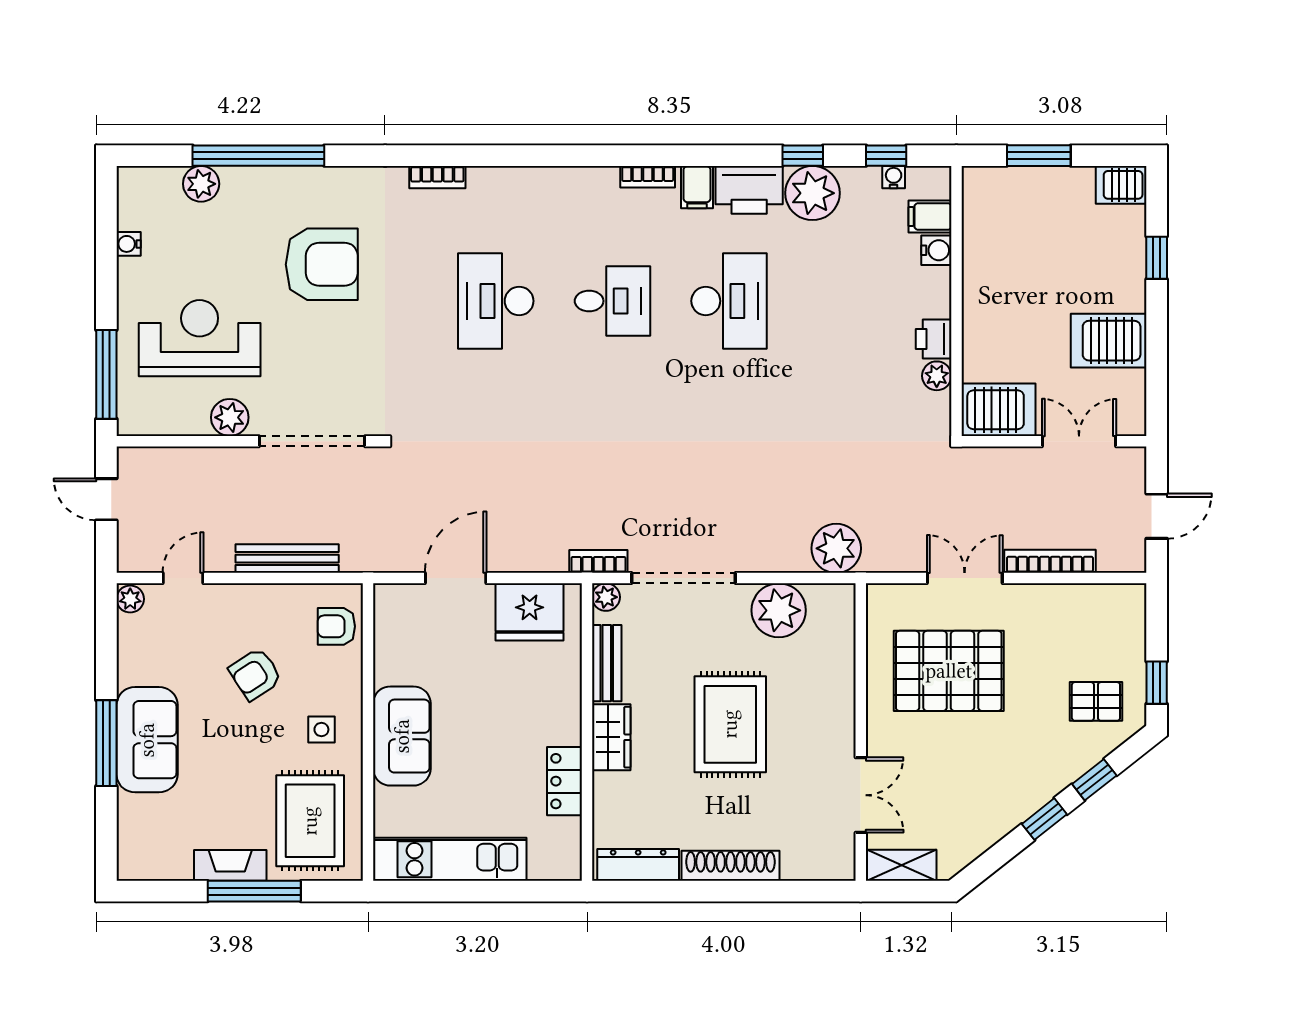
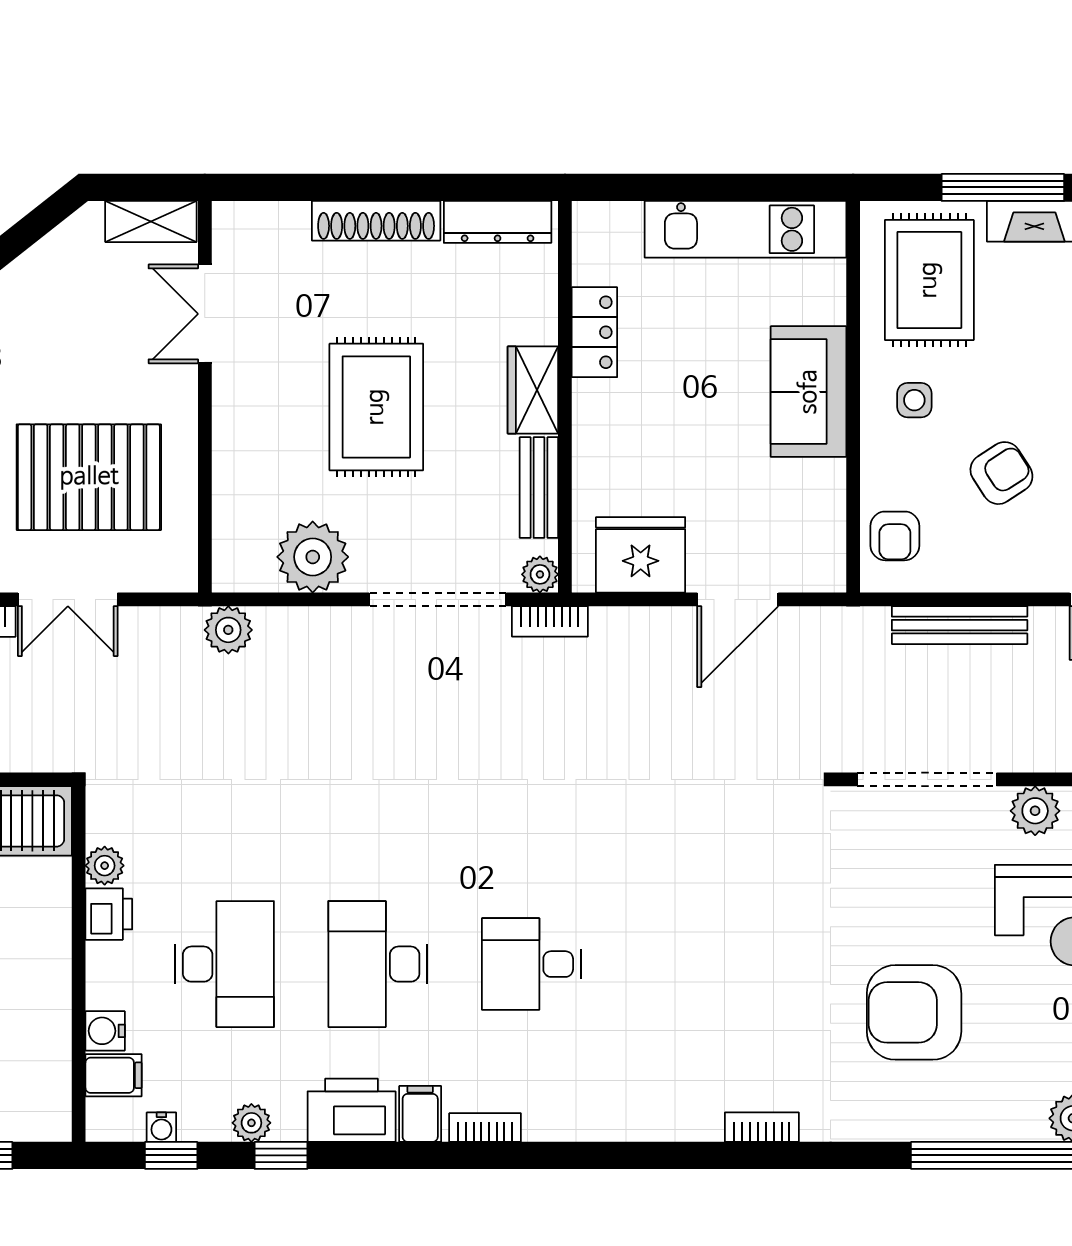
plant: (812, 193) -> (251, 1123), width x0.53, depth x0.53
desk: (496, 301) -> (224, 964), moved
plant: (836, 548) -> (228, 630), width x0.73, depth x0.73
armchair: (336, 626) -> (895, 536), turned 90

